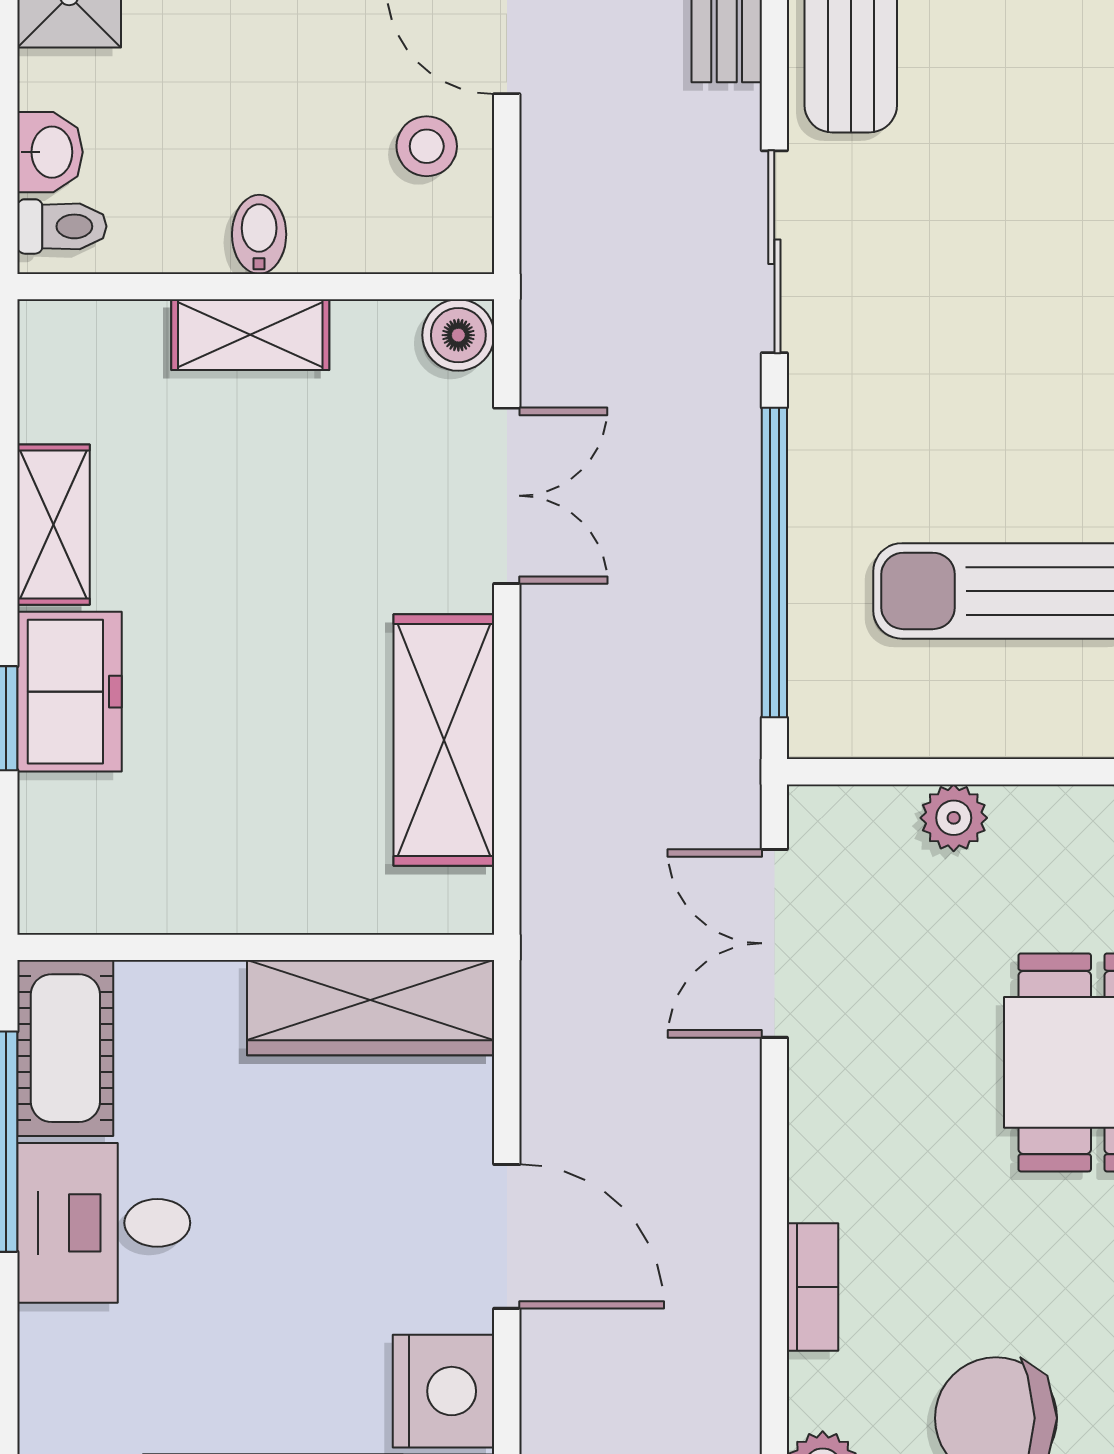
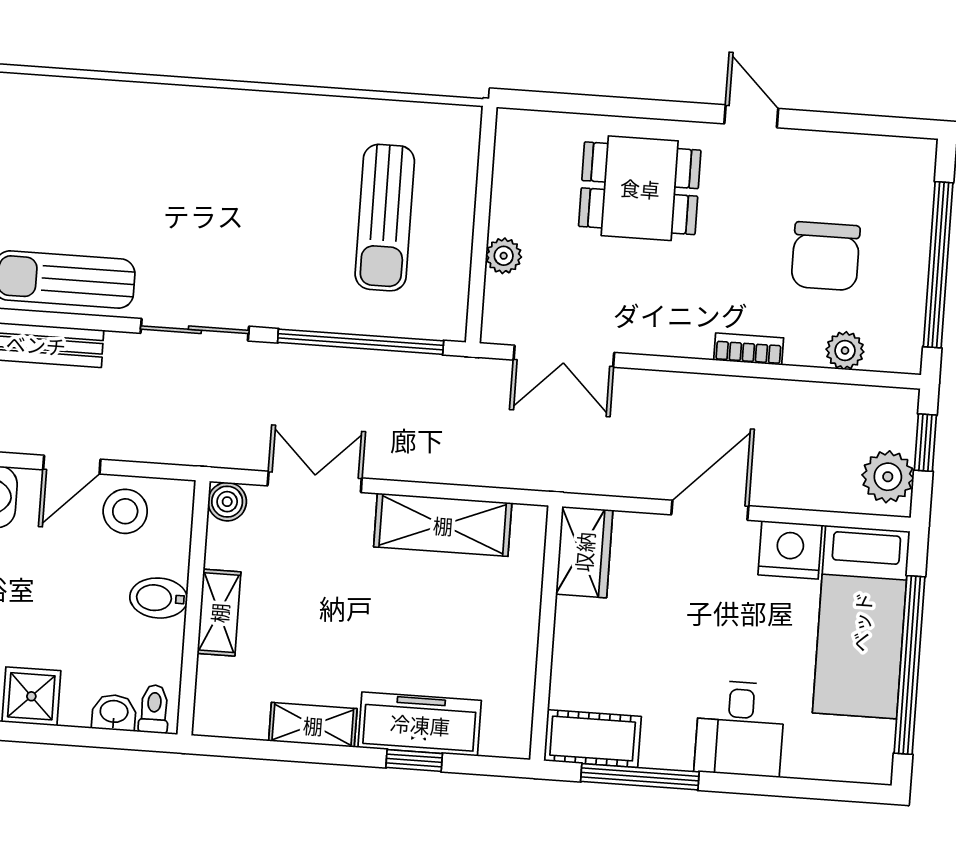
stool: (427, 146) -> (125, 511), width x1.37, depth x1.37
bidet: (259, 234) -> (159, 598), width x1.38, depth x1.36
freezer: (69, 692) -> (420, 724), width x1.40
wardrobe: (371, 1008) -> (584, 552), width x0.67
desk: (104, 1223) -> (740, 729), moved

